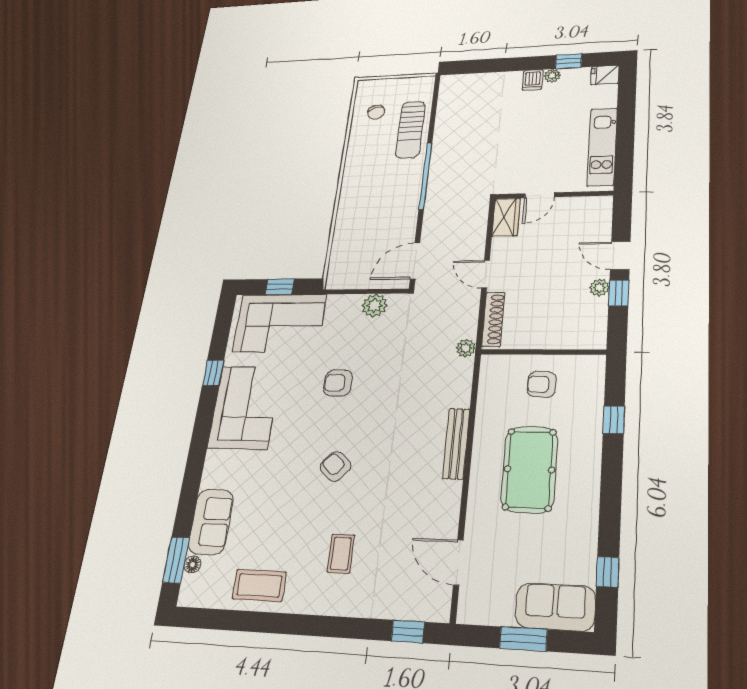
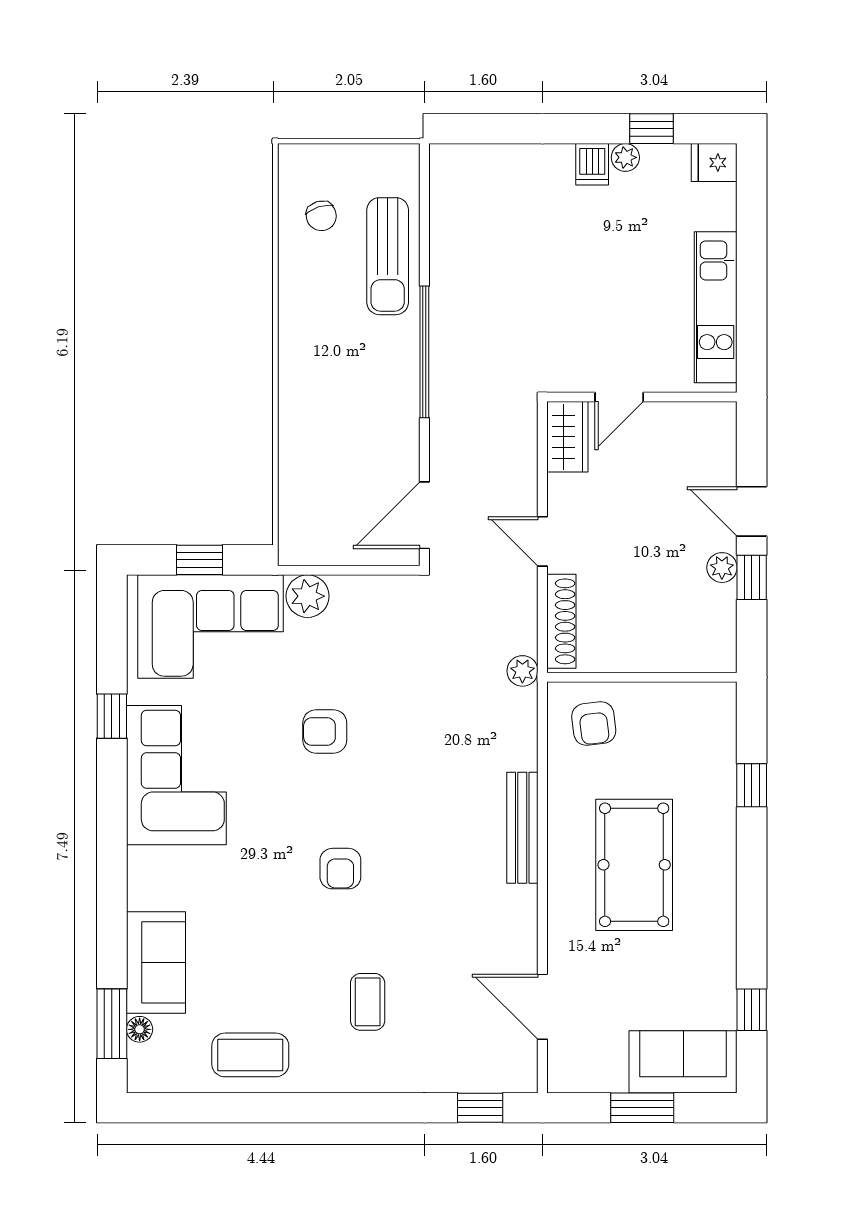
plant: (374, 306) -> (308, 596), moved
armchair: (542, 384) -> (594, 724), moved, turned -99
armchair: (336, 466) -> (340, 869), turned -132

